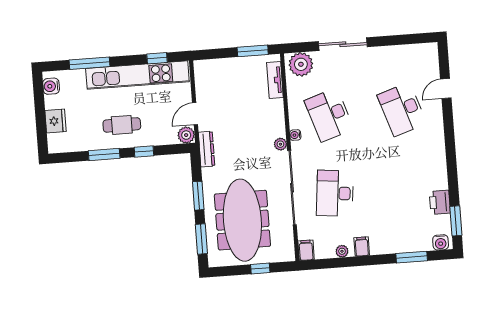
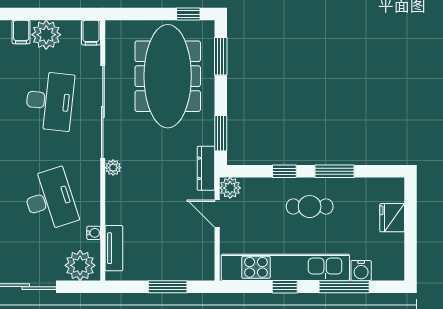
window: (253, 51) -> (168, 287), moved
window: (157, 58) -> (285, 287), moved
water cooler: (51, 86) -> (361, 270), moved, turned 90
door: (195, 114) -> (217, 214), swing flipped
water cooler: (295, 135) -> (94, 233), moved
window: (198, 196) -> (221, 133), moved
plant: (342, 251) -> (46, 35), width x1.88, depth x1.88
window: (260, 268) -> (188, 14), moved

